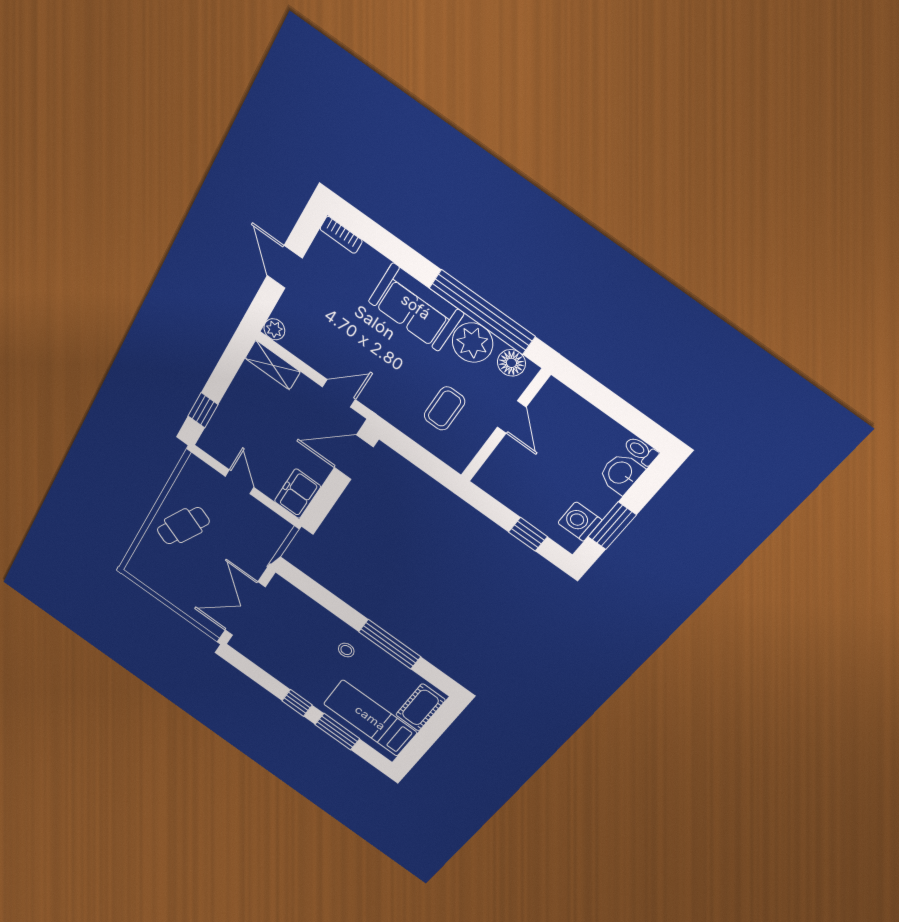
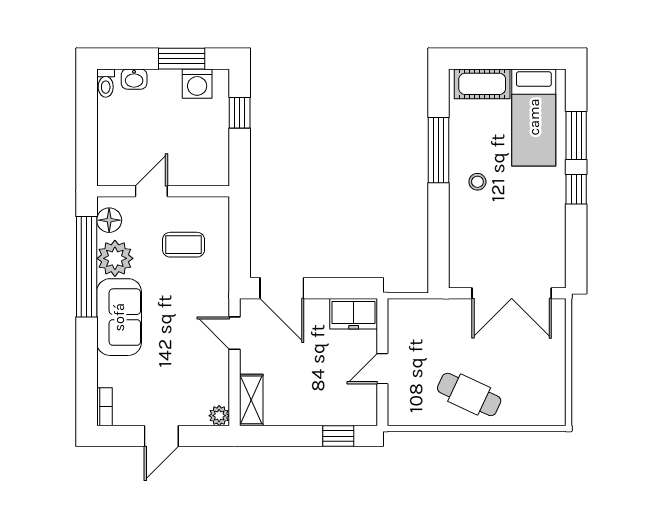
washbasin: (621, 473) -> (134, 79), width x0.72, depth x0.69

